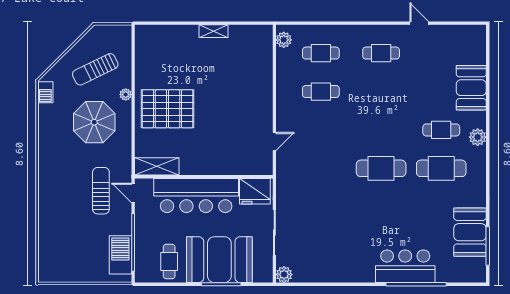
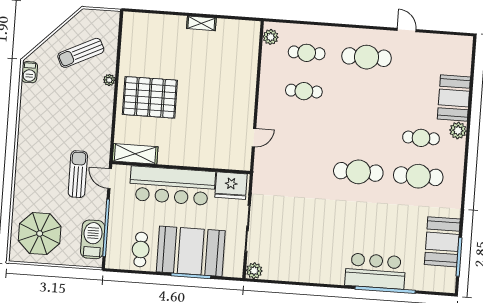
cafe table: (381, 53) -> (367, 57), width x1.37, depth x1.35
parasol: (94, 122) -> (40, 234), moved
plant: (478, 137) -> (458, 130), moved

